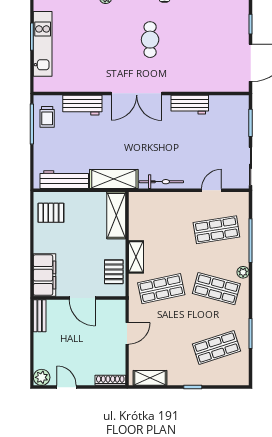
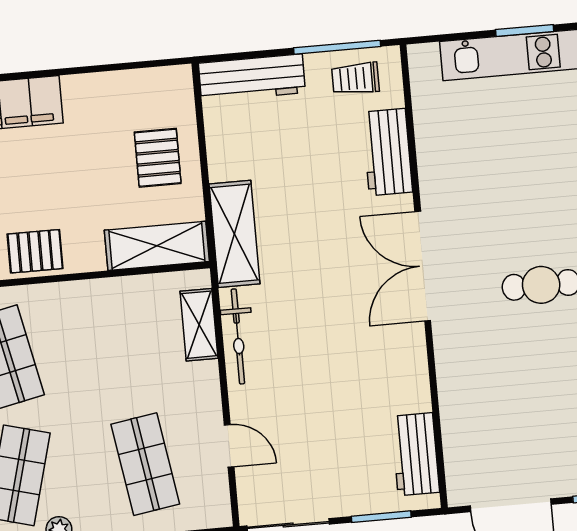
workbench: (190, 105) -> (415, 454), moved
workbench: (64, 180) -> (252, 78), moved, turned 90
pallet: (51, 213) -> (158, 158), moved
shelving: (136, 257) -> (199, 325), moved, turned 90

